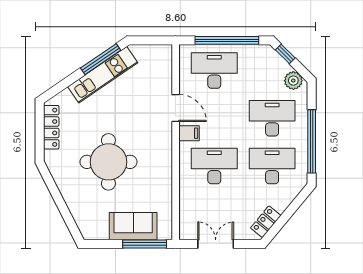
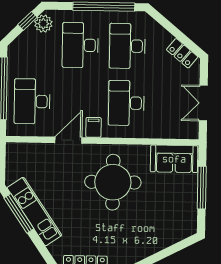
window: (285, 54) -> (27, 21), moved
round table: (108, 162) -> (113, 182), moved
sofa: (133, 226) -> (174, 159), moved, turned -90
window: (145, 244) -> (202, 188), moved

